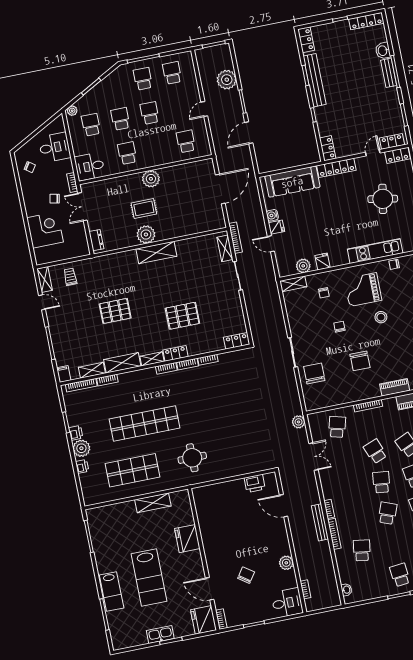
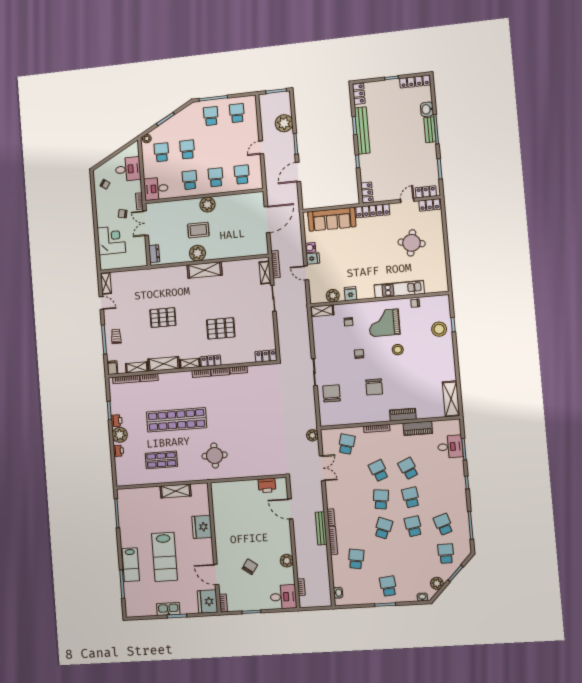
school desk: (150, 113) -> (216, 177), moved
trolley: (70, 277) -> (116, 336), moved
shop shelf: (132, 470) -> (161, 460), width x0.70, depth x0.74

